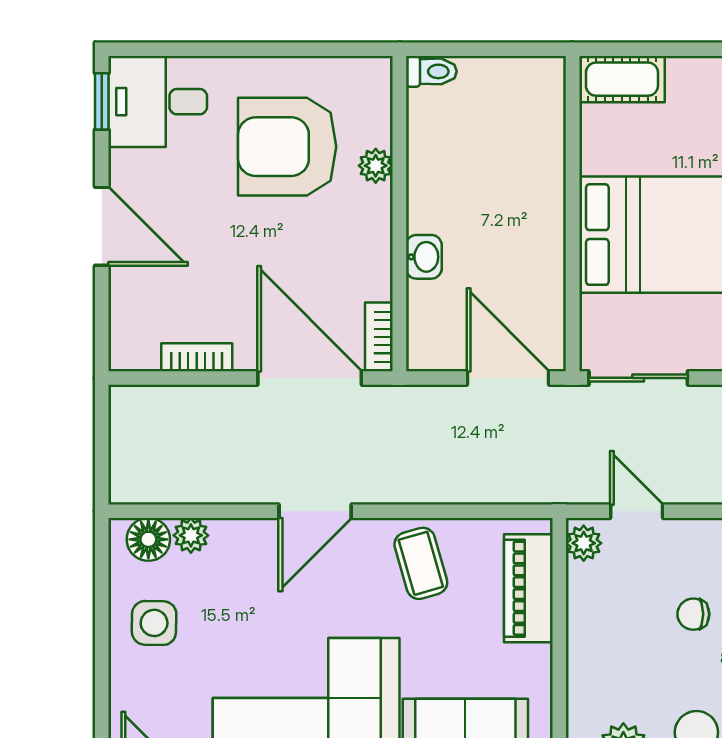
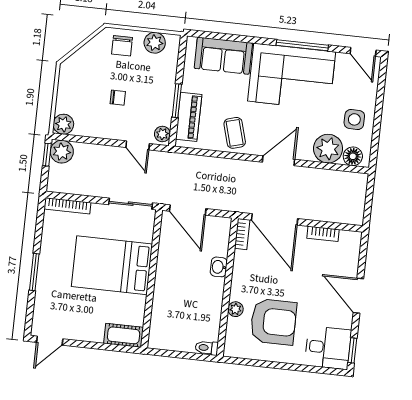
plant: (191, 535) -> (328, 149), width x1.88, depth x1.88
window: (559, 622) -> (177, 101), added

